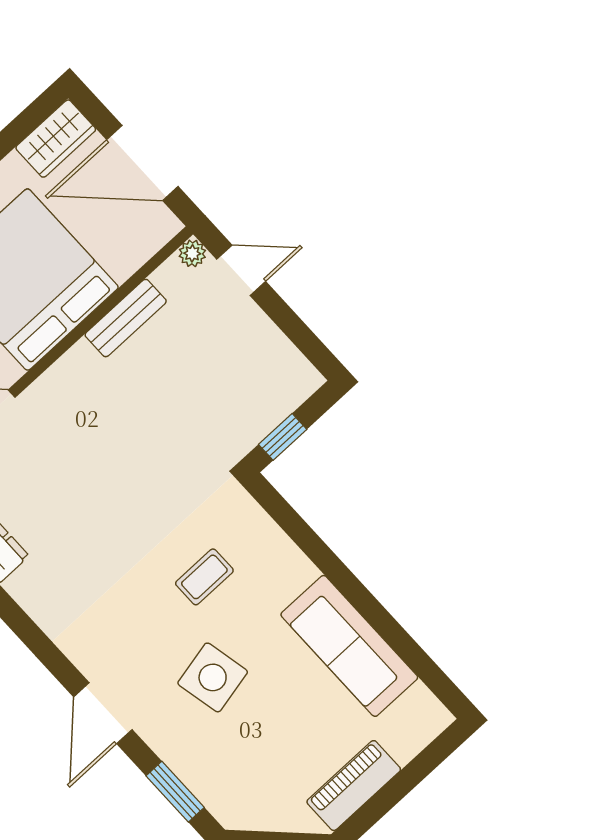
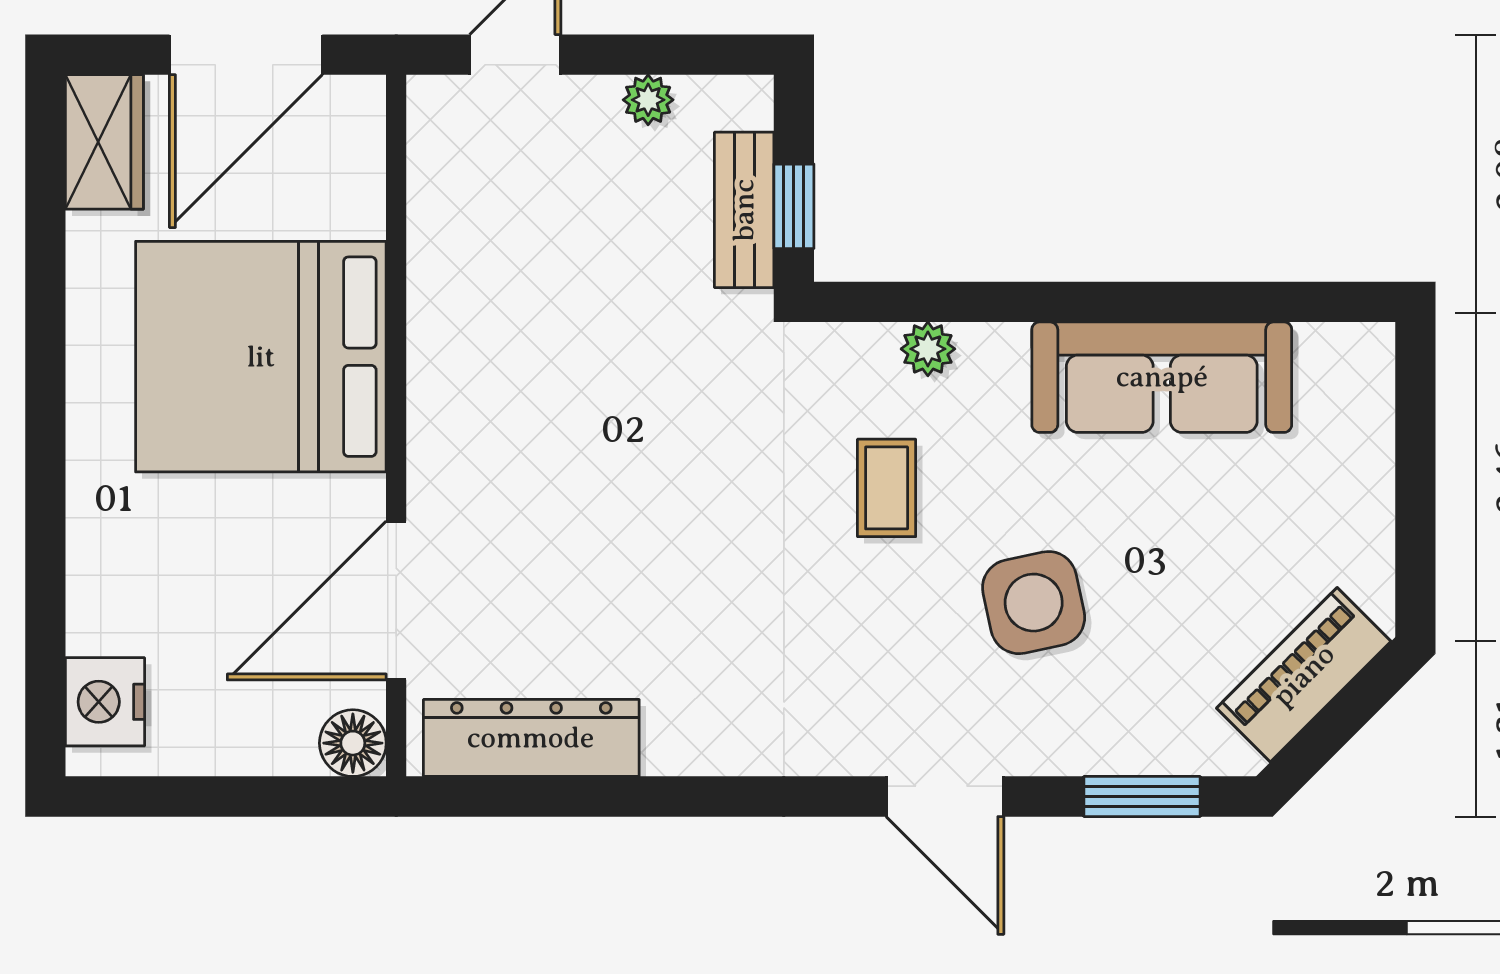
plant: (192, 253) -> (648, 100), moved
bench: (126, 318) -> (744, 210), moved
plant: (275, 542) -> (928, 349), added
piano: (354, 786) -> (1304, 675), moved, turned 45

